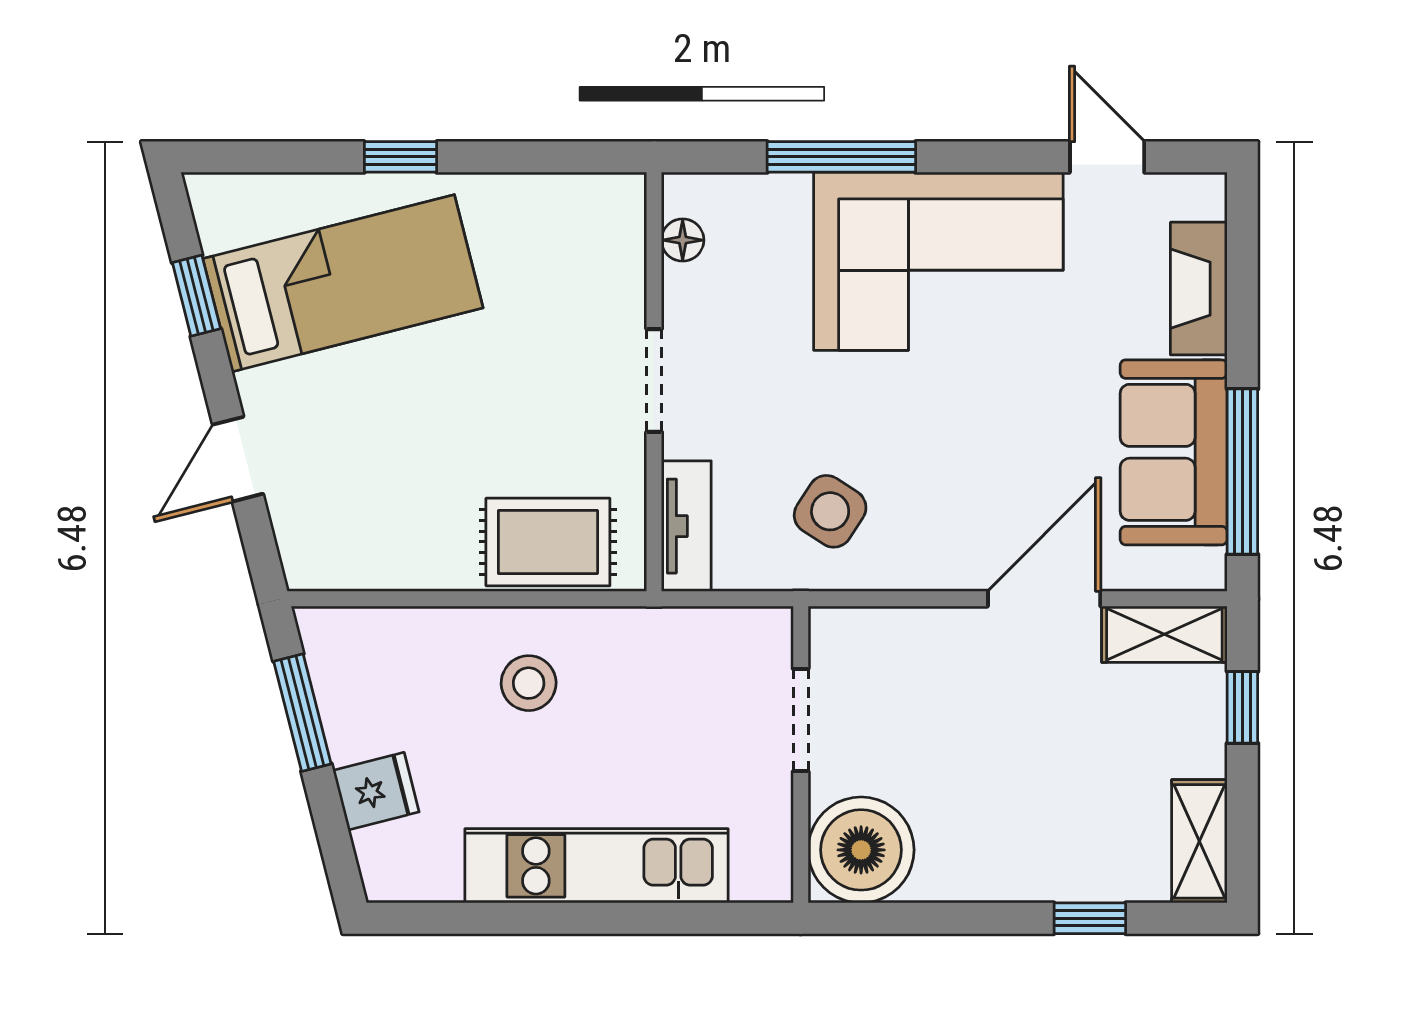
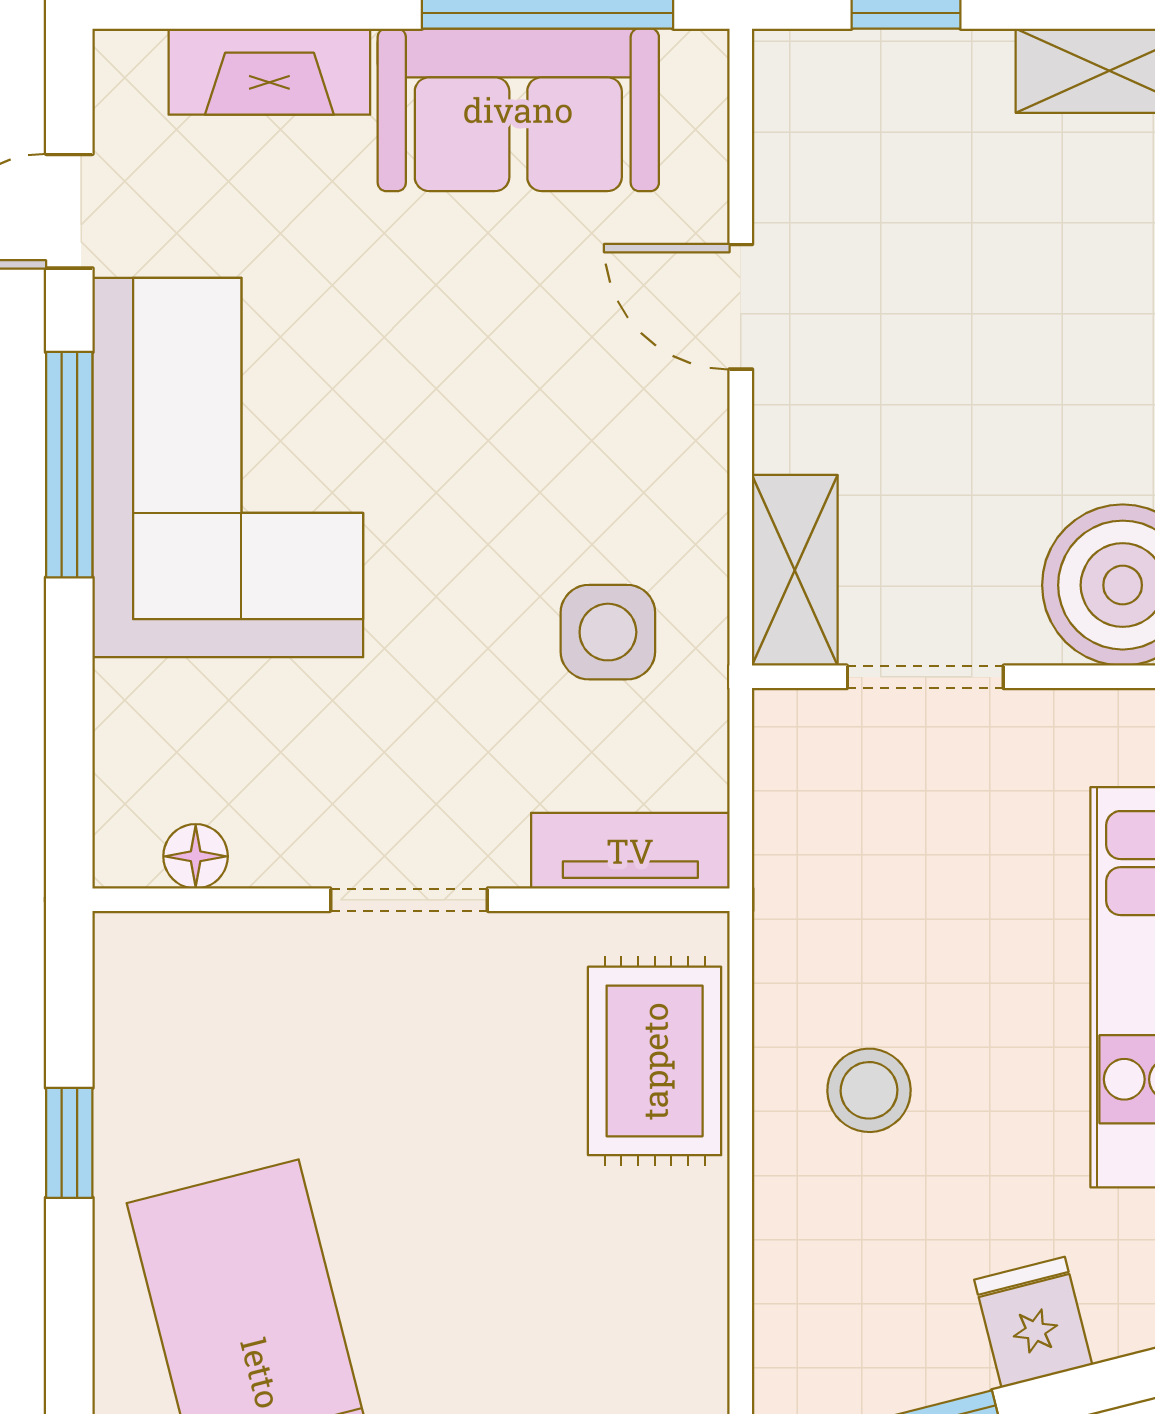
window: (400, 157) -> (69, 1143), moved
window: (841, 157) -> (69, 465), moved
side table: (830, 511) -> (608, 632), turned -33
door: (1044, 599) -> (741, 307), width x0.73
shelving: (1164, 634) -> (795, 570), moved

